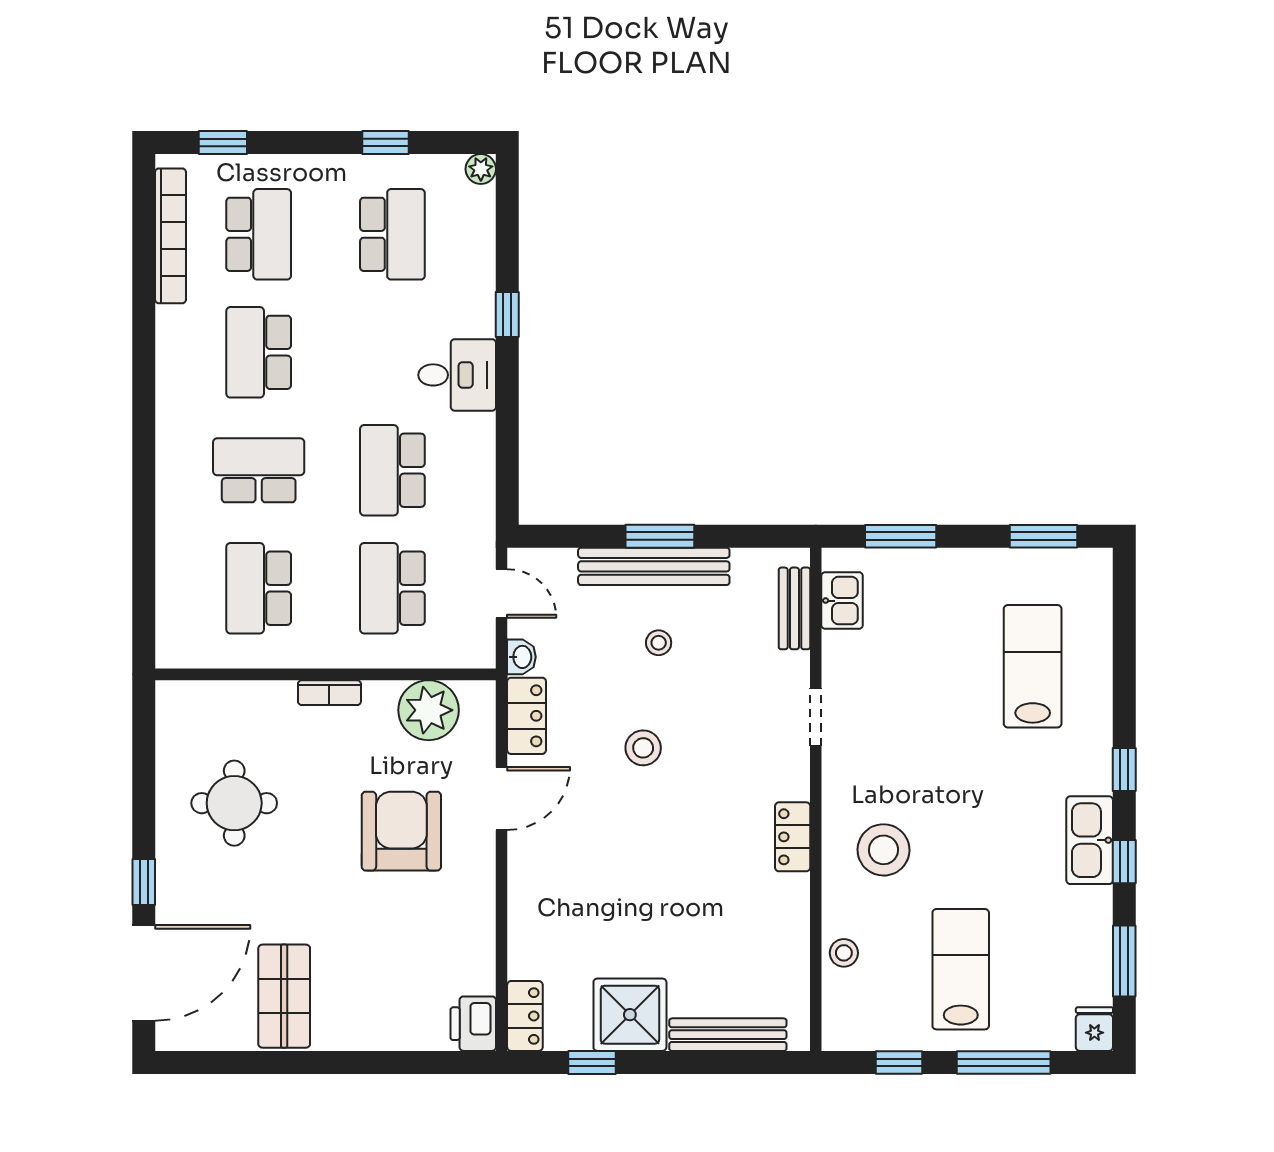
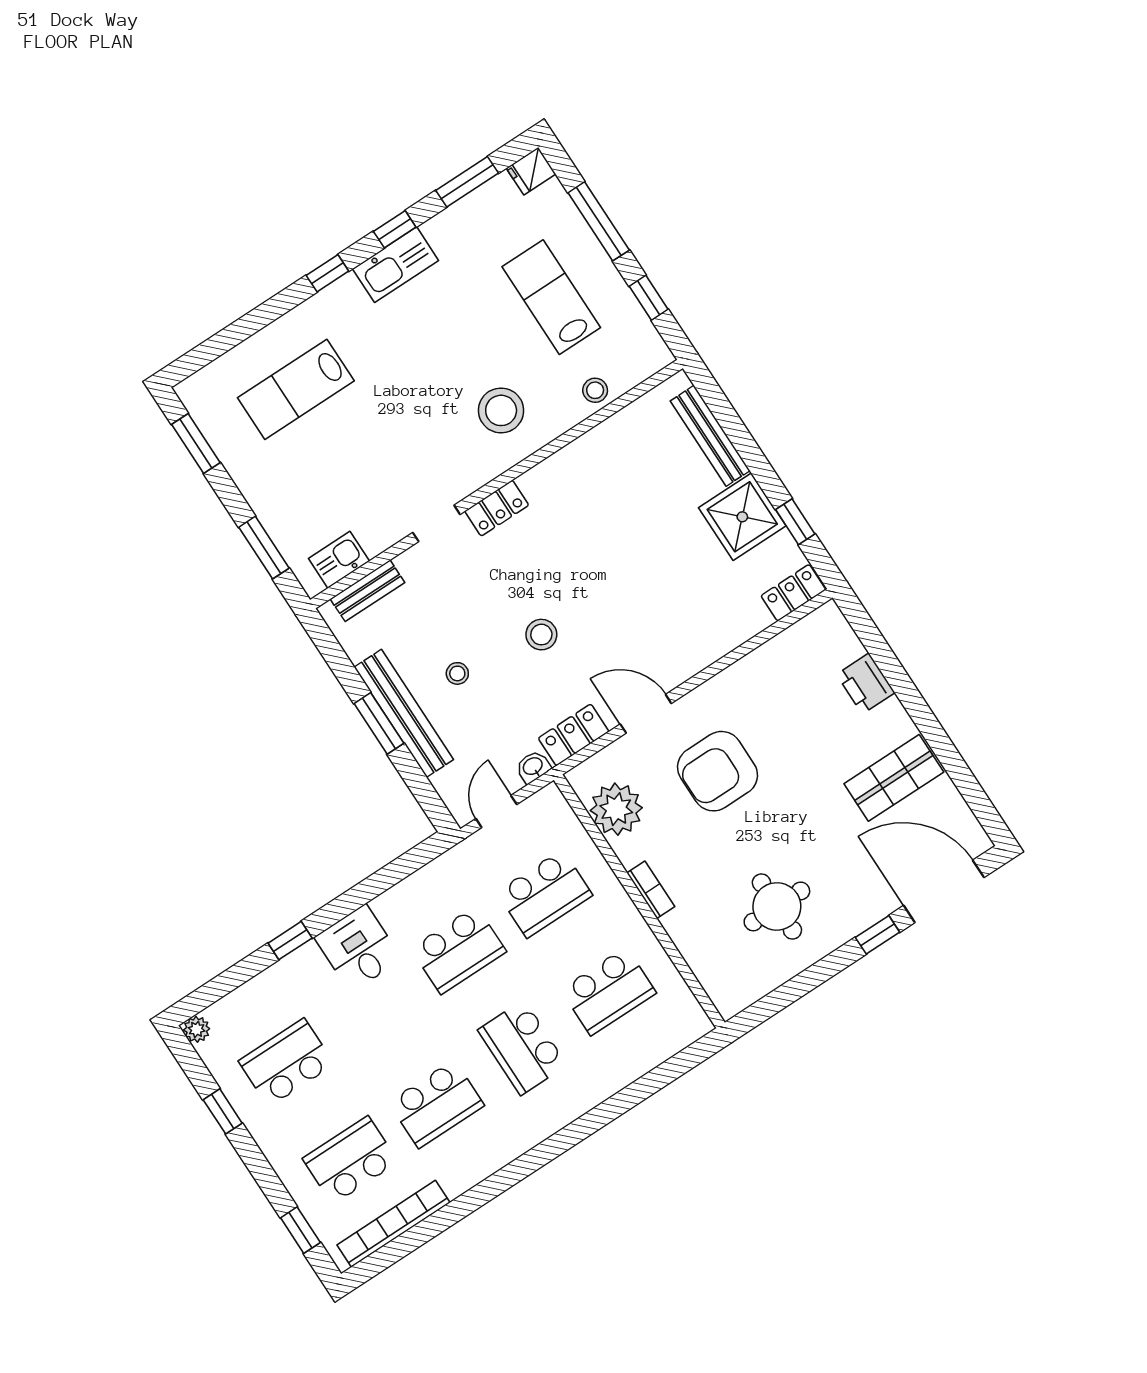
locker: (793, 837) -> (497, 508), moved
lab bench: (961, 969) -> (551, 297), turned 90
printer: (473, 1024) -> (866, 684), moved, turned 90

